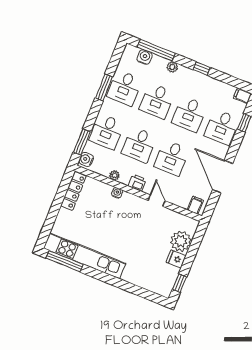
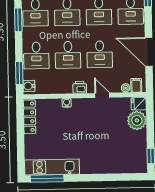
plant: (114, 175) -> (126, 88), moved
kitchen unit: (85, 256) -> (52, 167), width x0.73
fridge: (176, 259) -> (139, 104), moved

